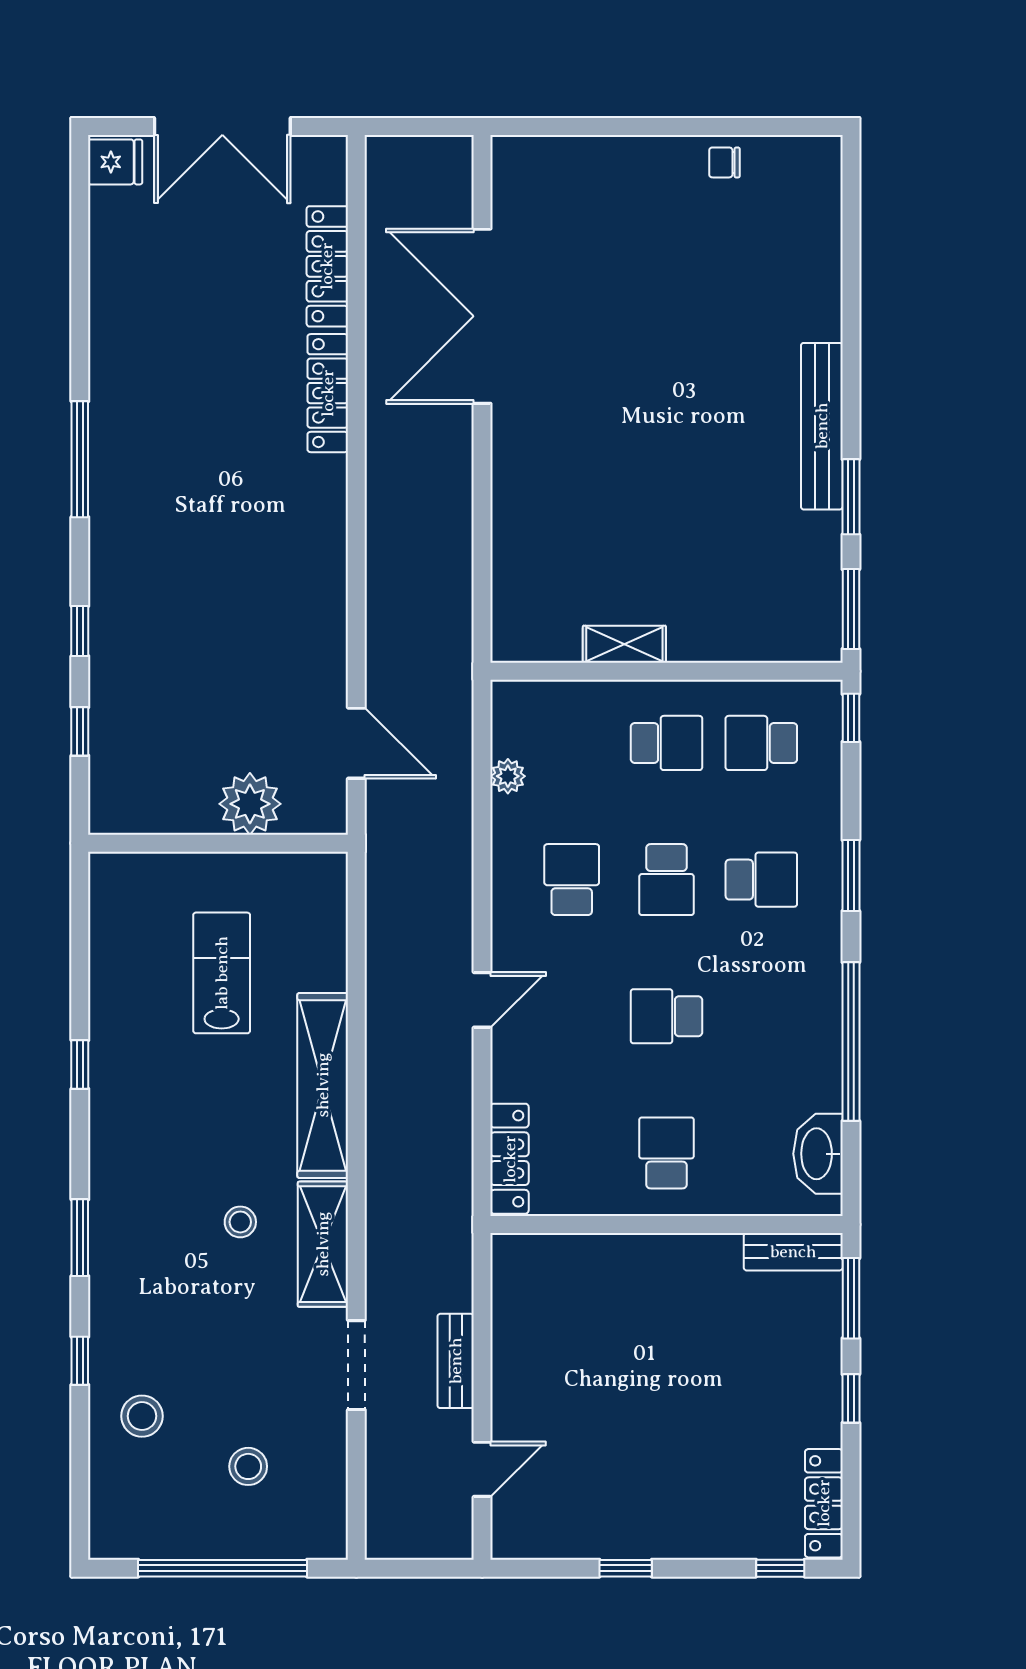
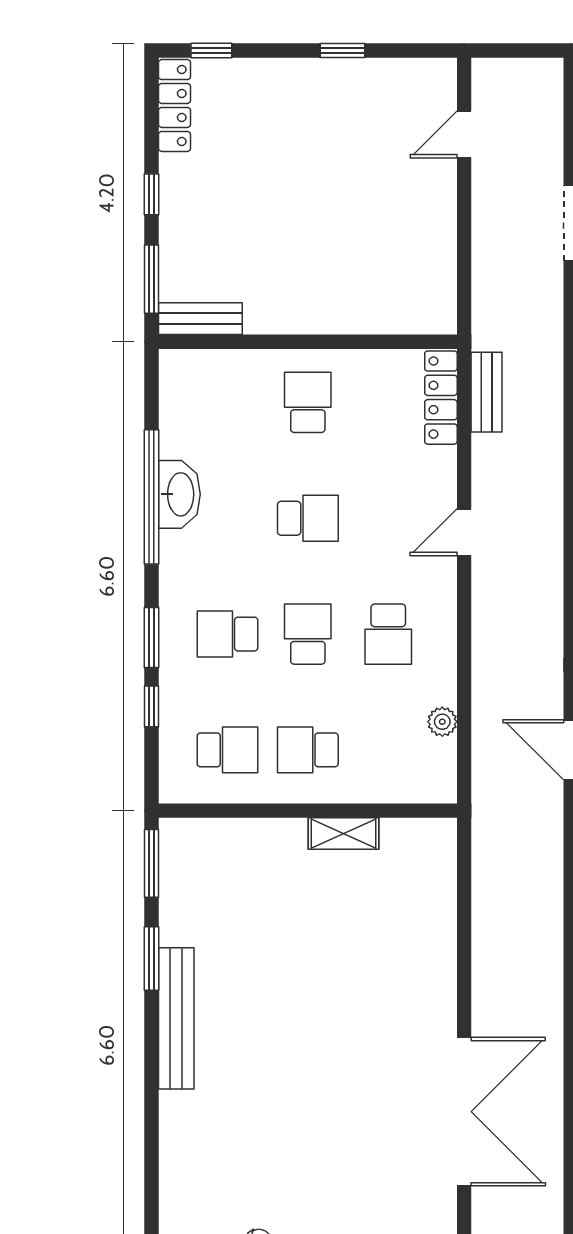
window: (851, 718) -> (152, 706), moved
school desk: (666, 1153) -> (308, 402), turned 180
washbasin: (818, 1154) -> (179, 494), moved
bench: (456, 1361) -> (487, 392), moved

